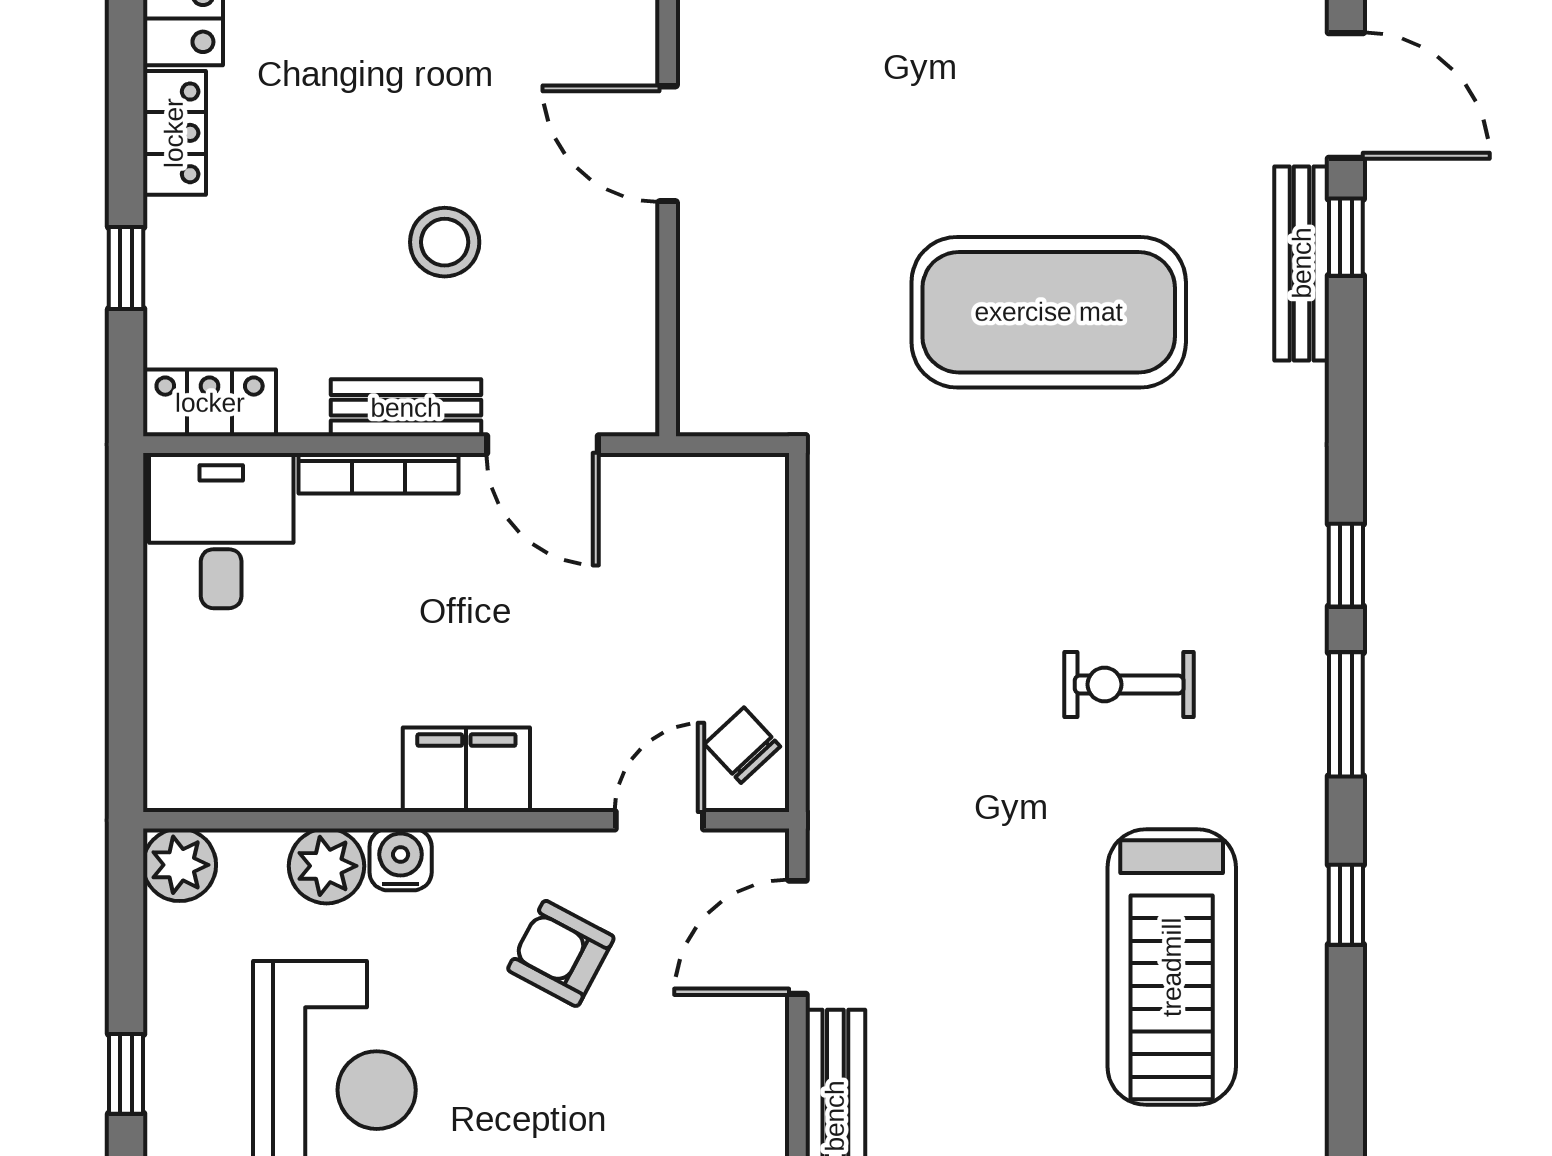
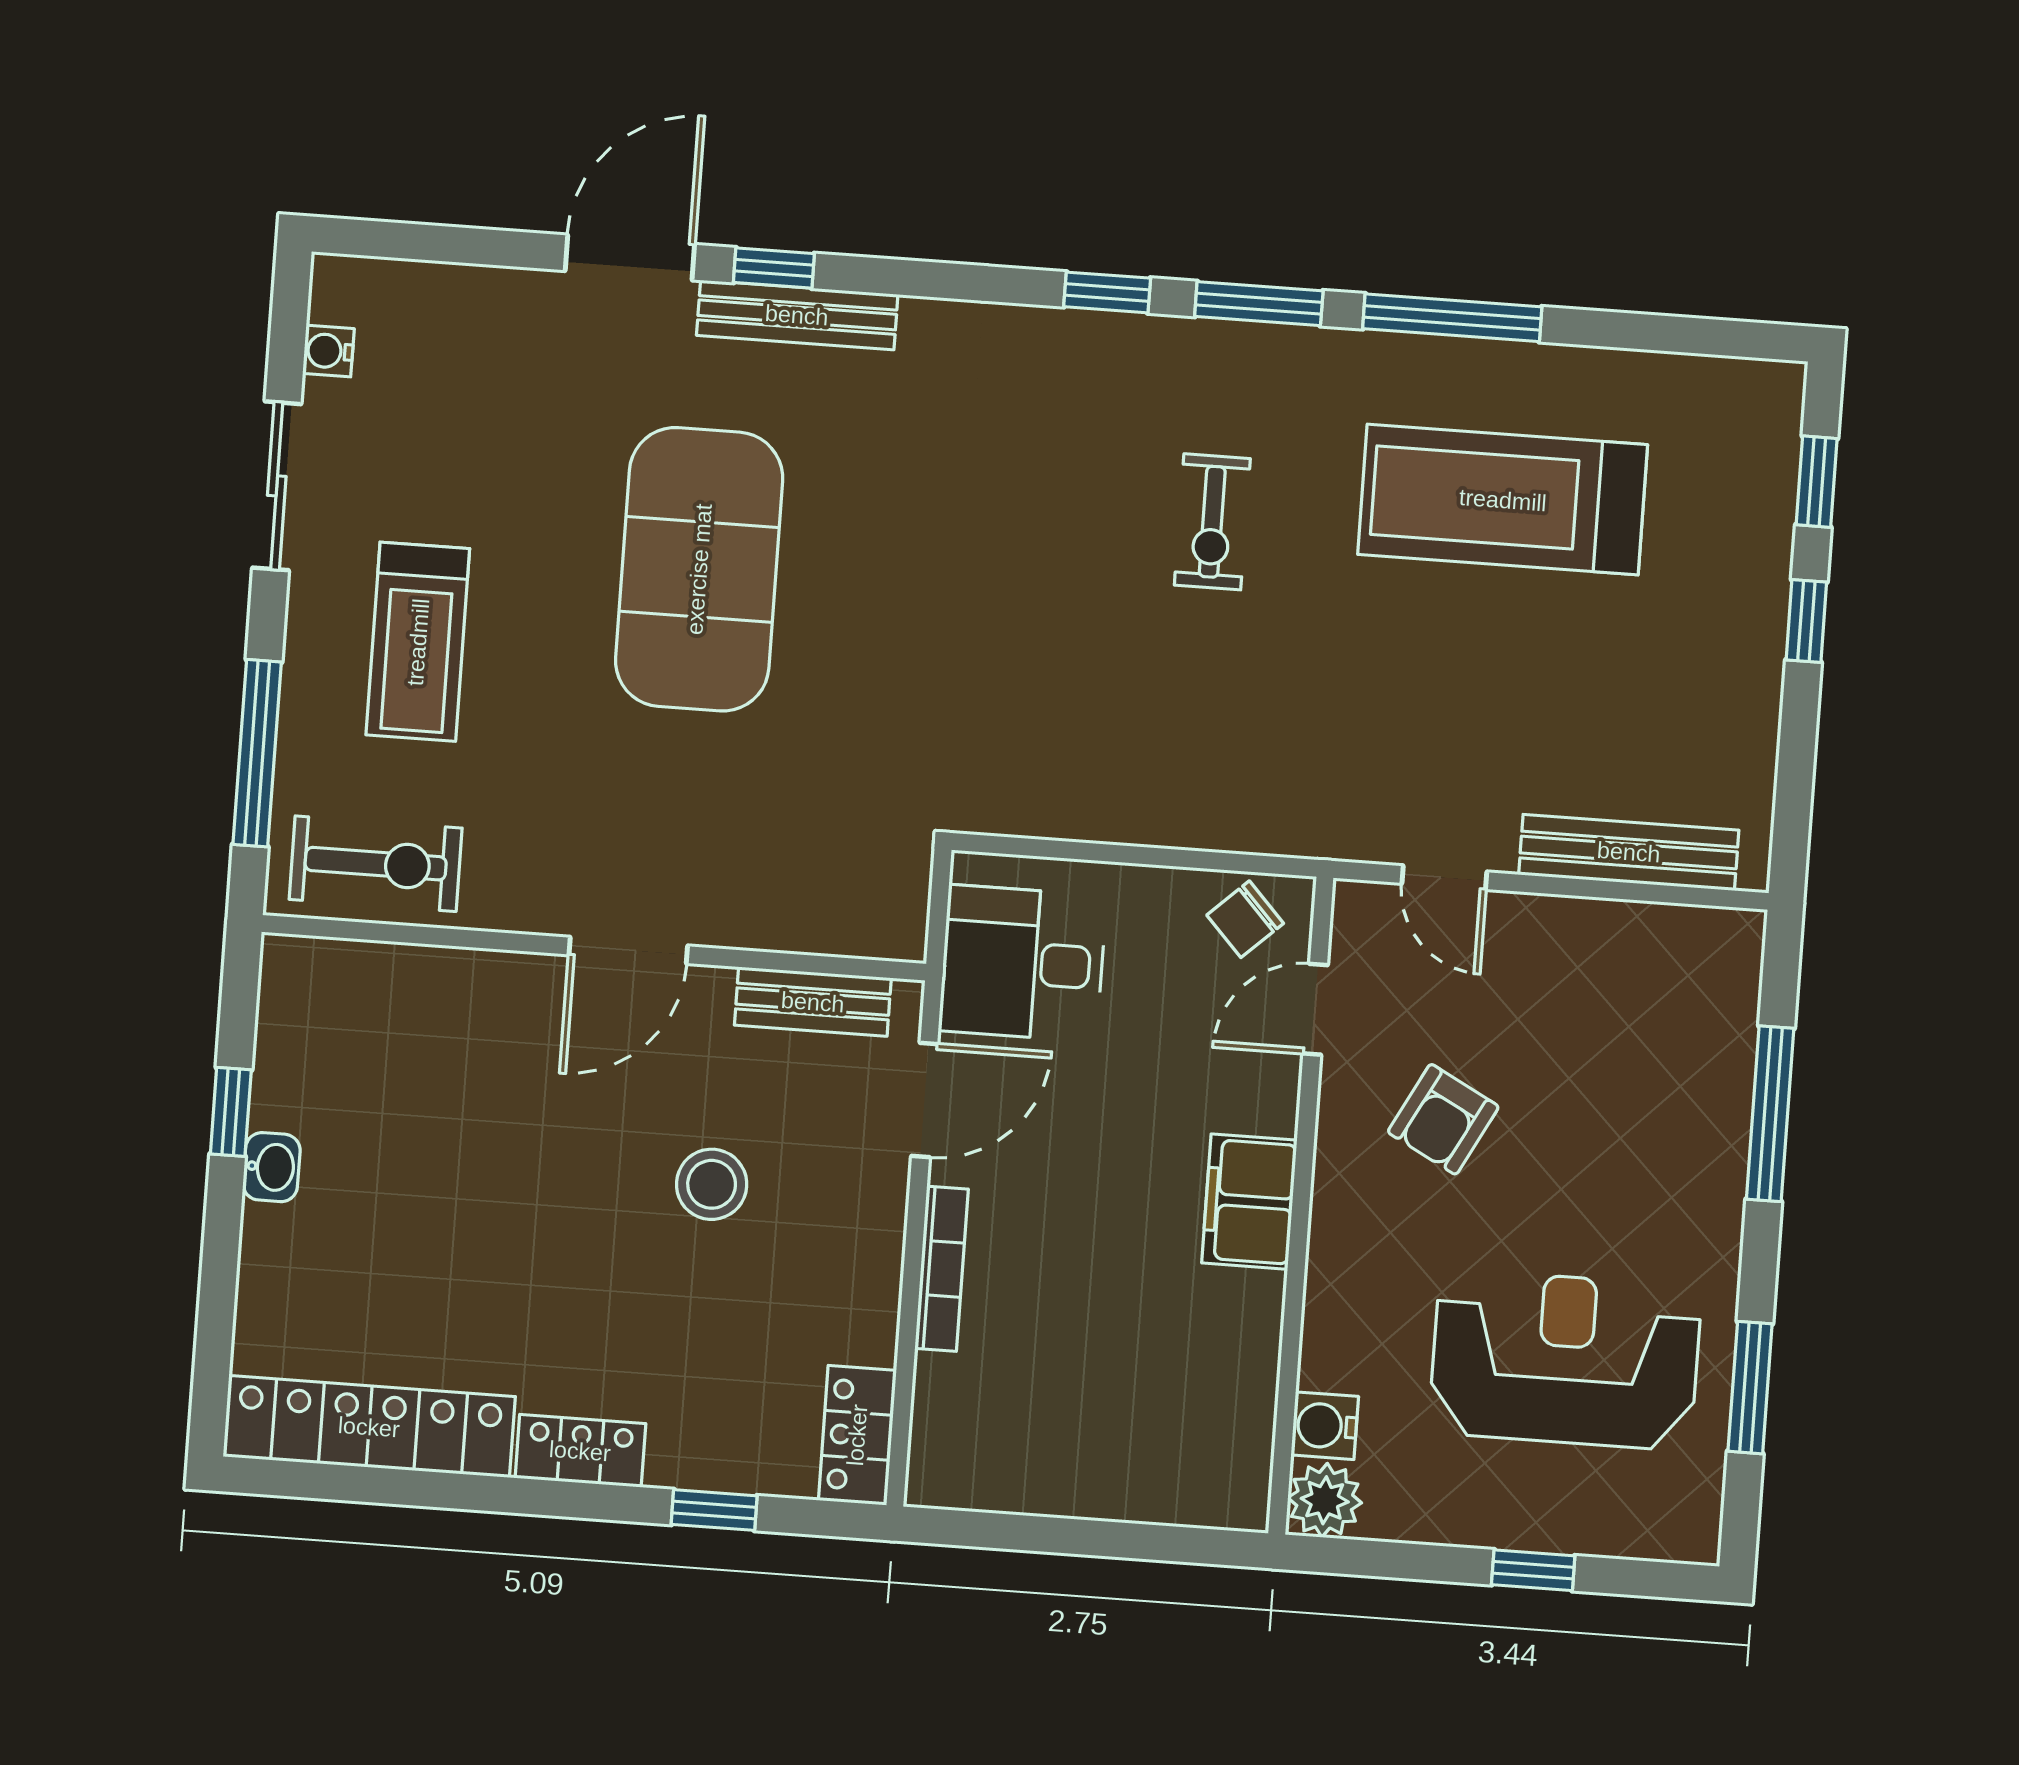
exercise mat: (1049, 312) -> (699, 569), moved
bench: (406, 408) -> (813, 1002), moved, turned 90
desk: (221, 531) -> (1023, 963), moved
door: (659, 820) -> (1315, 1009), hinge flipped
water cooler: (401, 859) -> (1325, 1426), moved
plant: (327, 866) -> (1337, 1351), removed
window: (1346, 905) -> (1452, 318), width x2.17
door: (797, 937) -> (1444, 878), width x0.73
treadmill: (1172, 967) -> (1503, 500), turned 180

